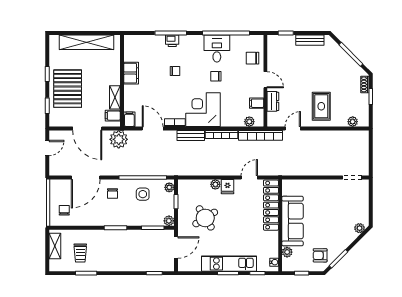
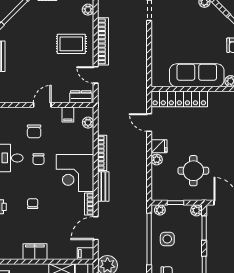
chair: (253, 58) -> (34, 131), moved
dresser: (273, 101) -> (81, 97), moved
bookcase: (261, 135) -> (103, 41), moved
round table: (205, 218) -> (193, 171), turned 32

